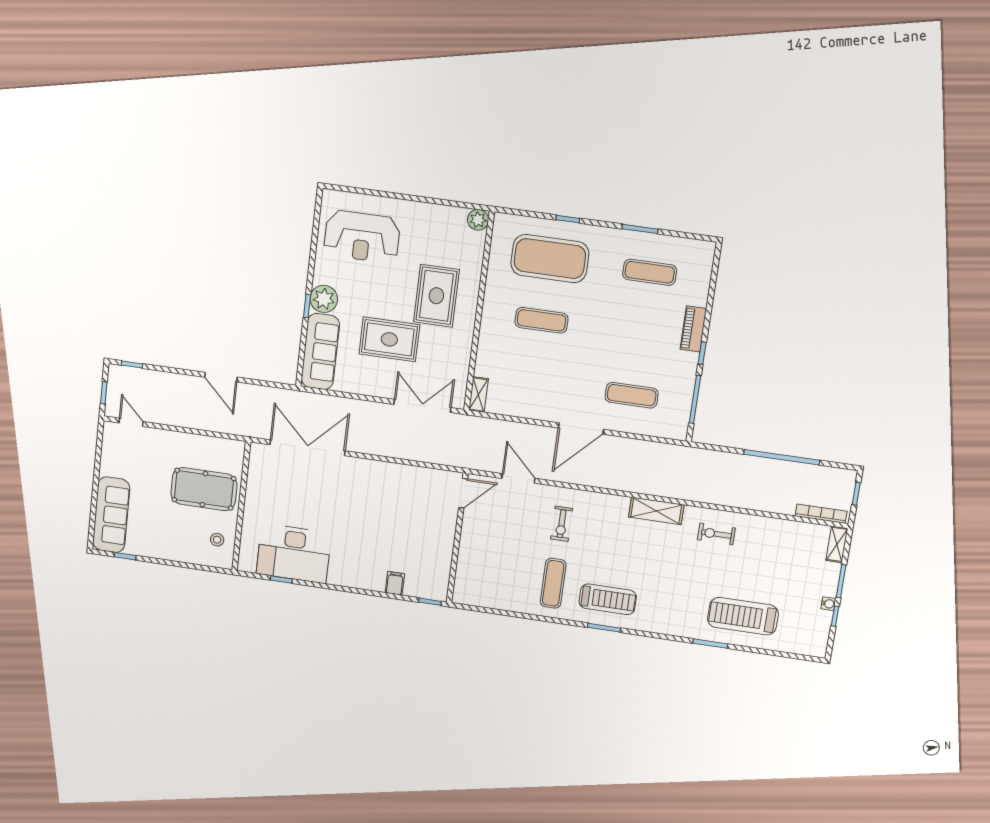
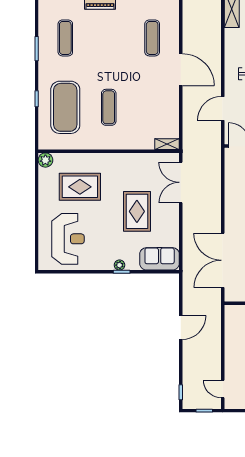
rug: (436, 296) -> (80, 187), moved
plant: (324, 299) -> (120, 265), width x0.53, depth x0.53
sofa: (320, 352) -> (160, 259), width x0.73
door: (131, 422) -> (223, 389), hinge flipped

